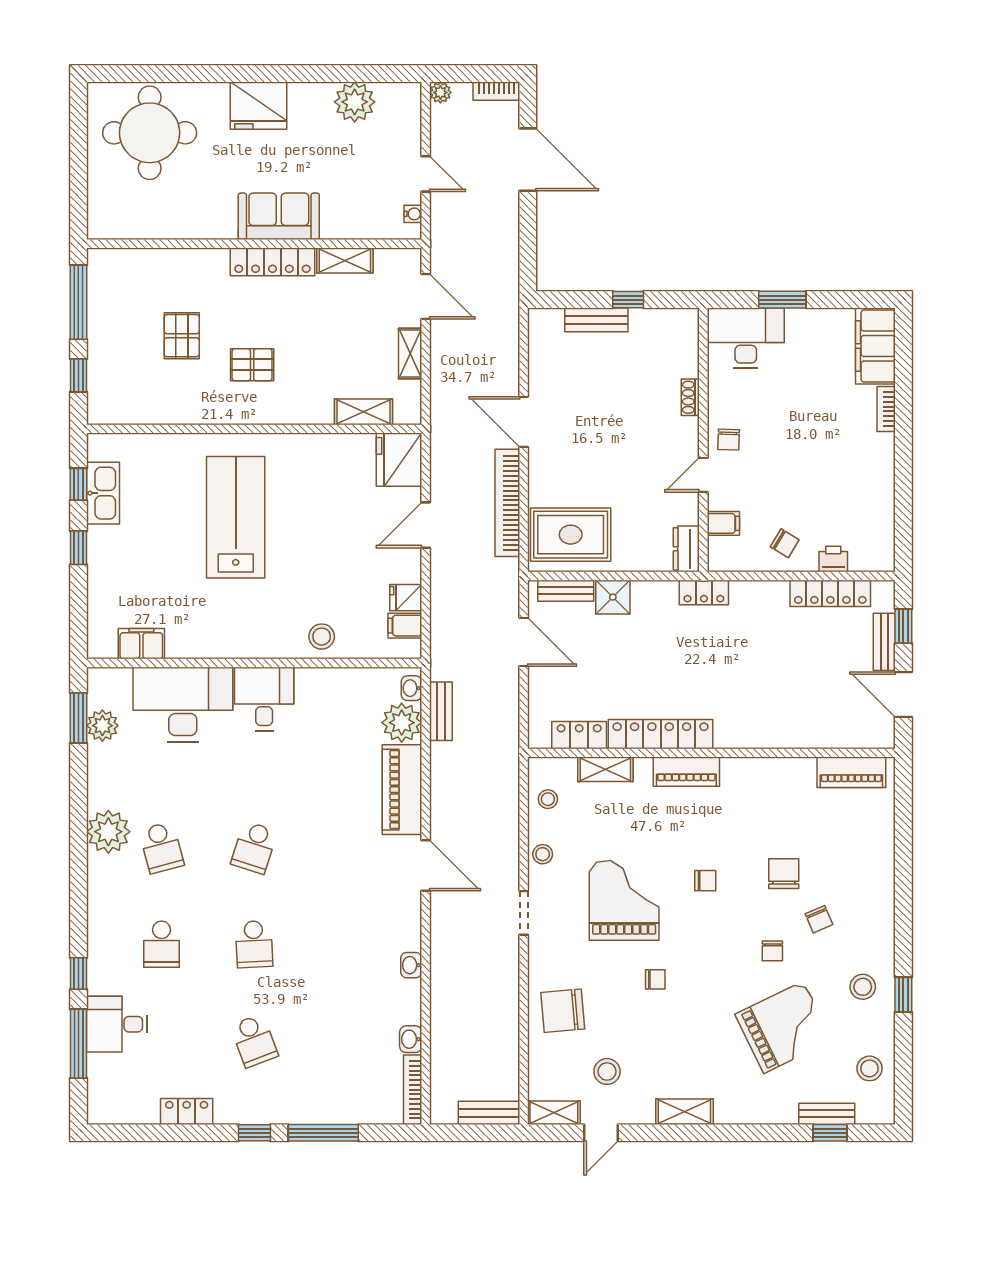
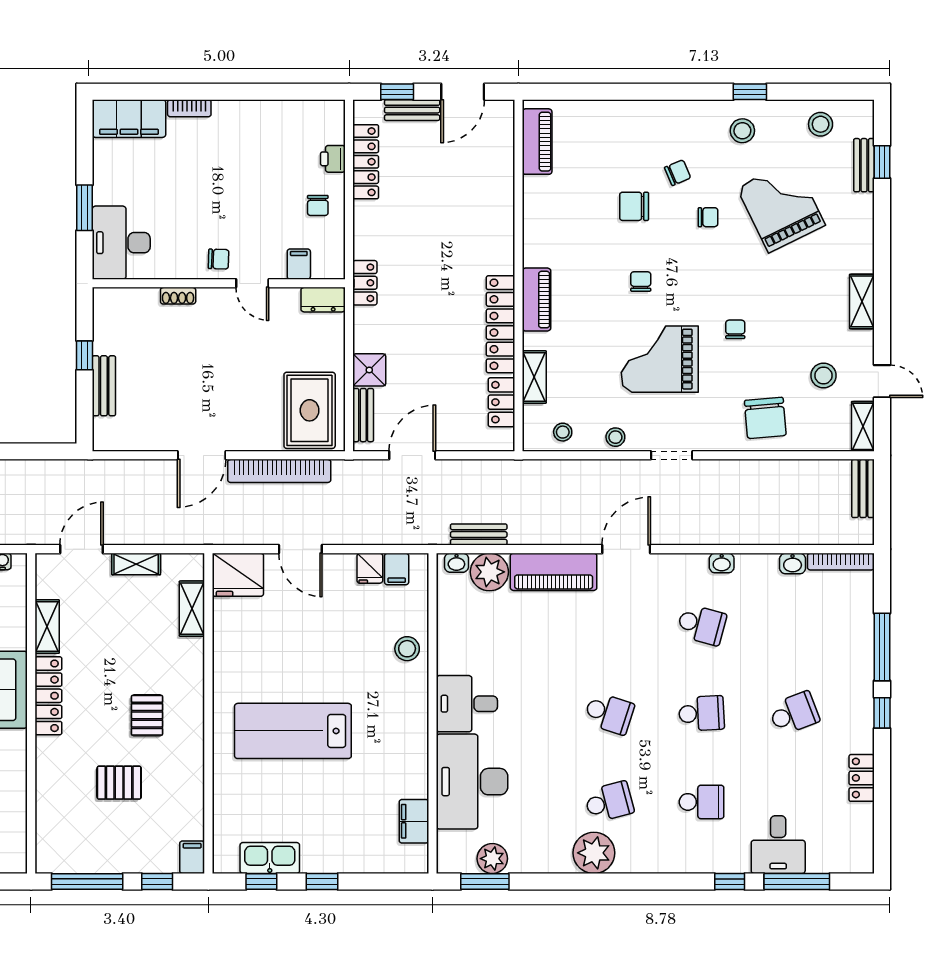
filing cabinet: (104, 412) -> (192, 857), added
chair: (785, 543) -> (318, 205), turned 149
school desk: (347, 944) -> (702, 625), added

